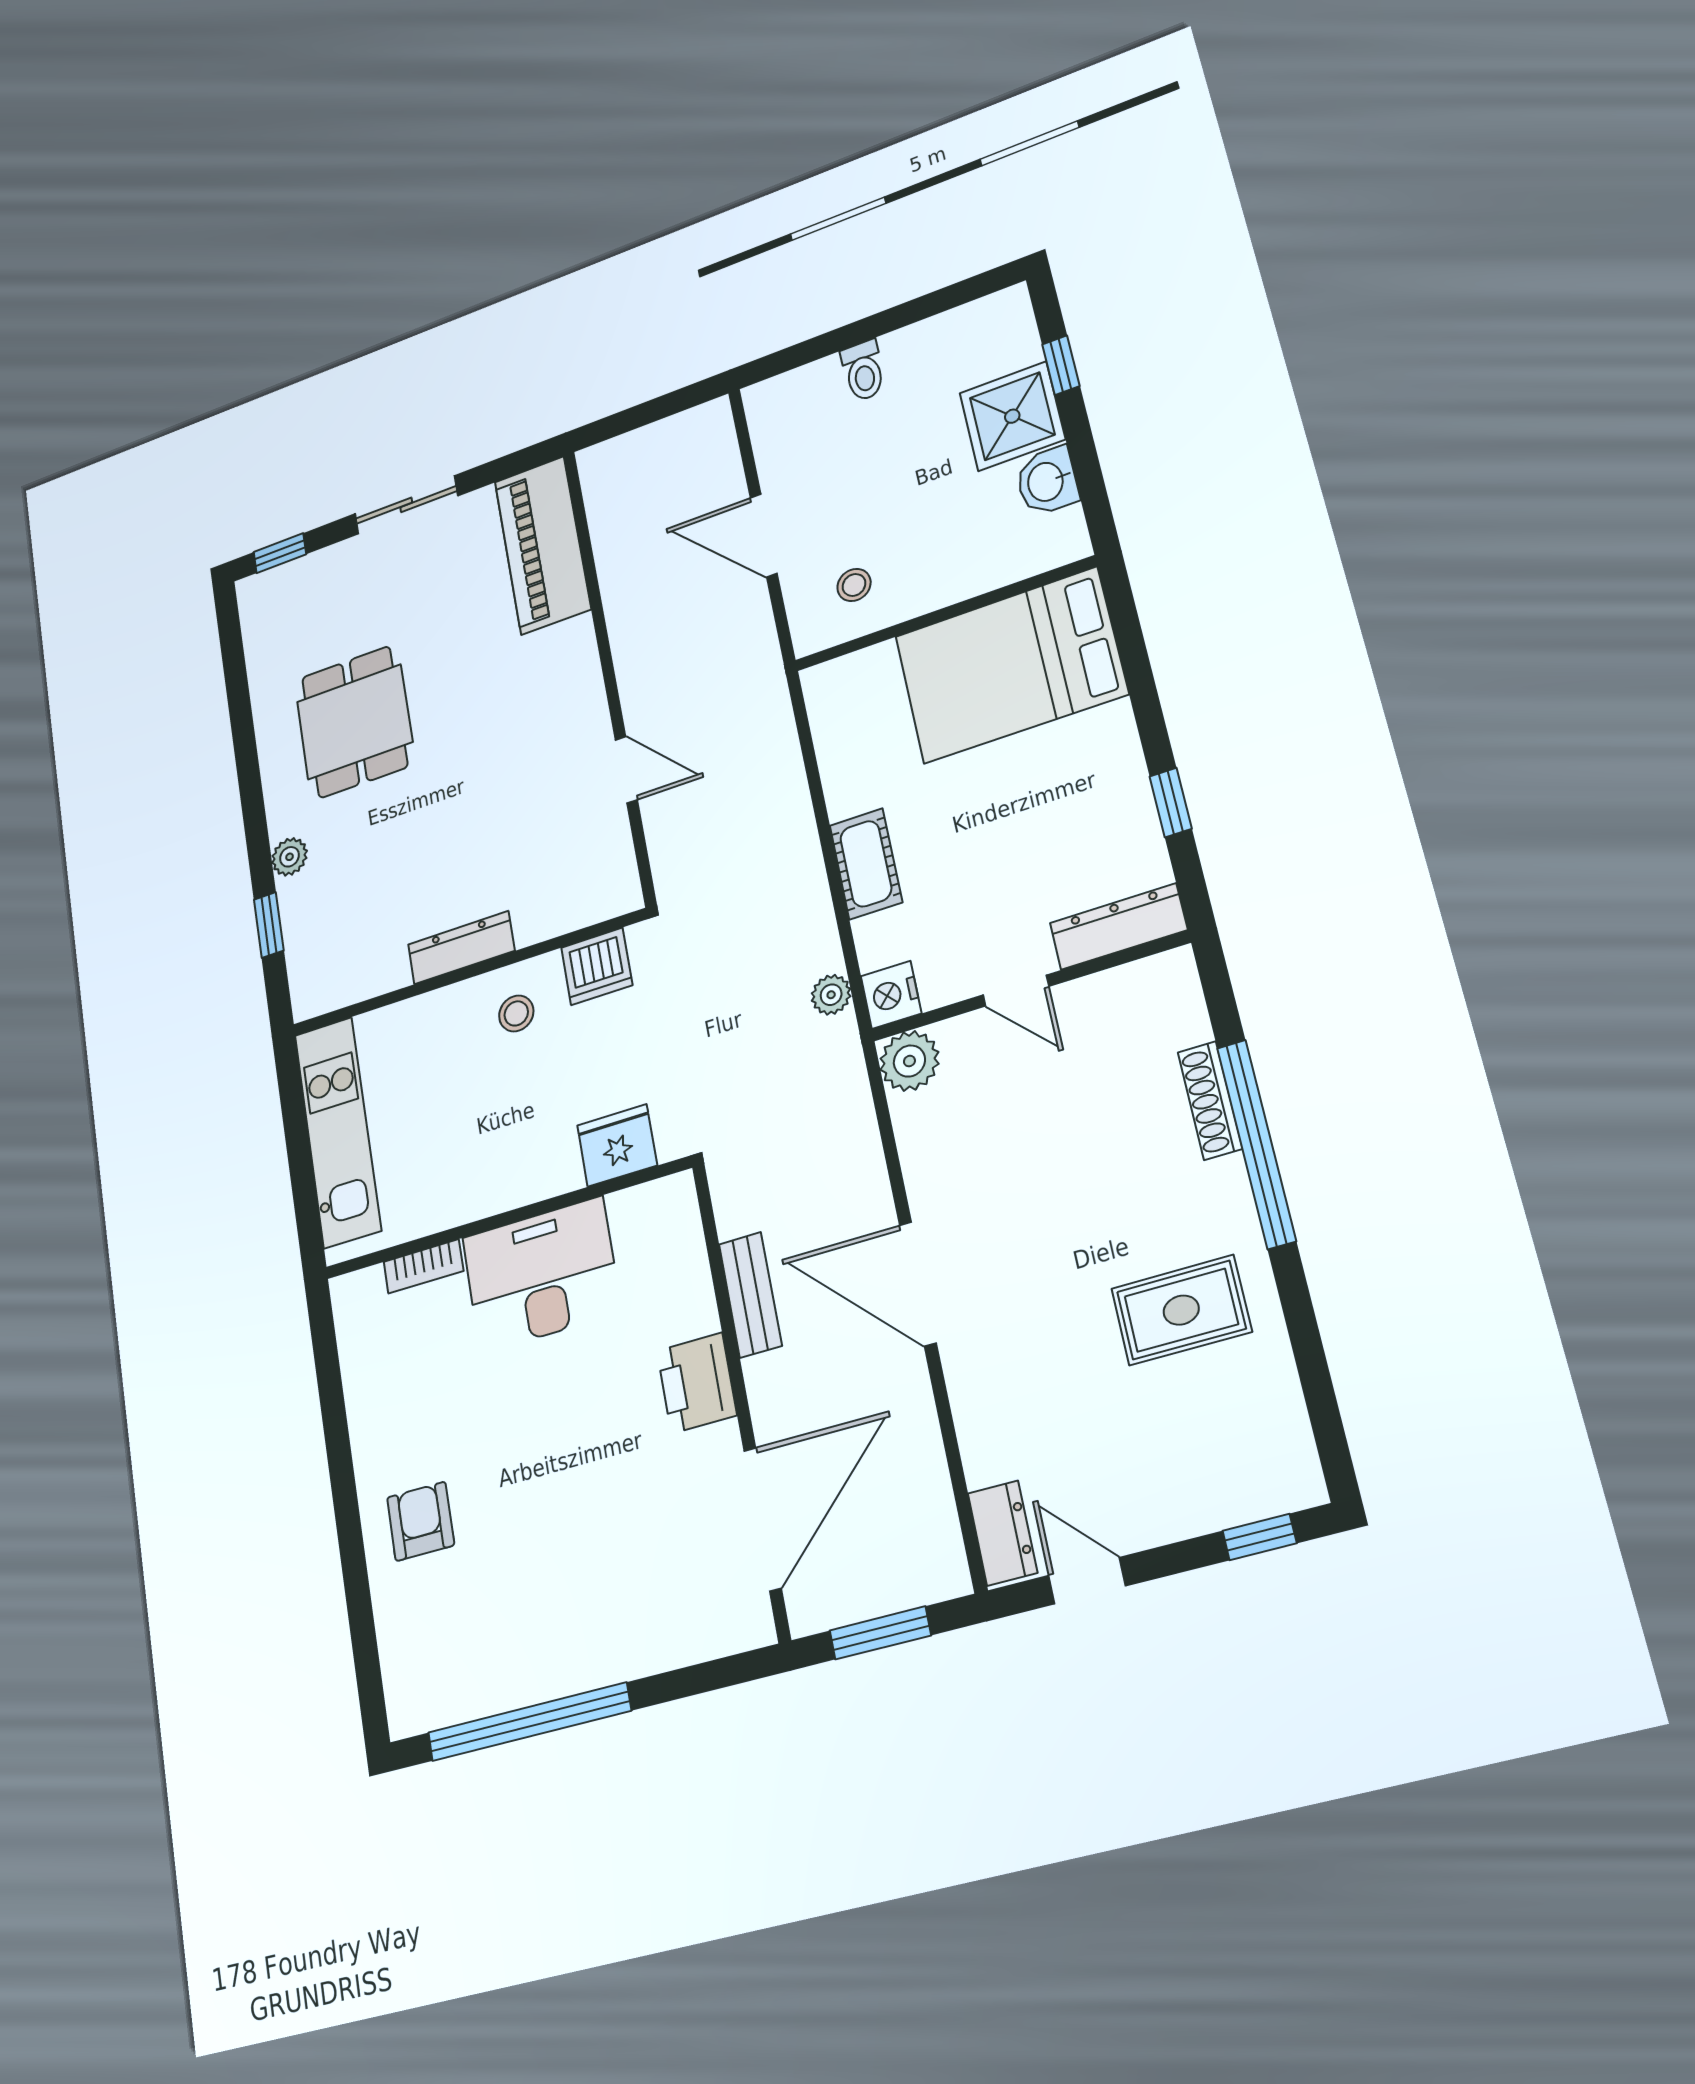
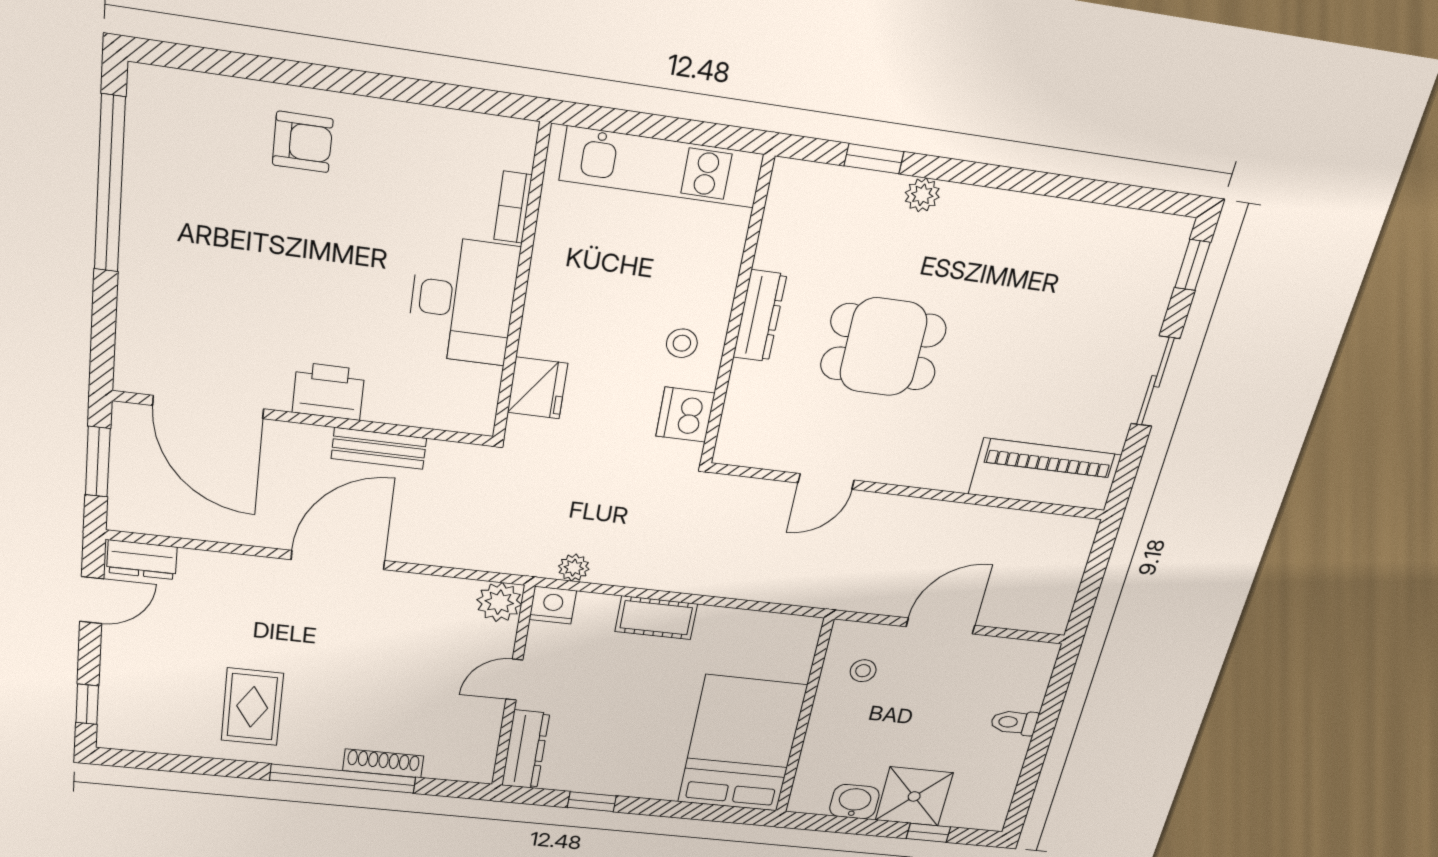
dining table: (354, 722) -> (883, 347), moved

